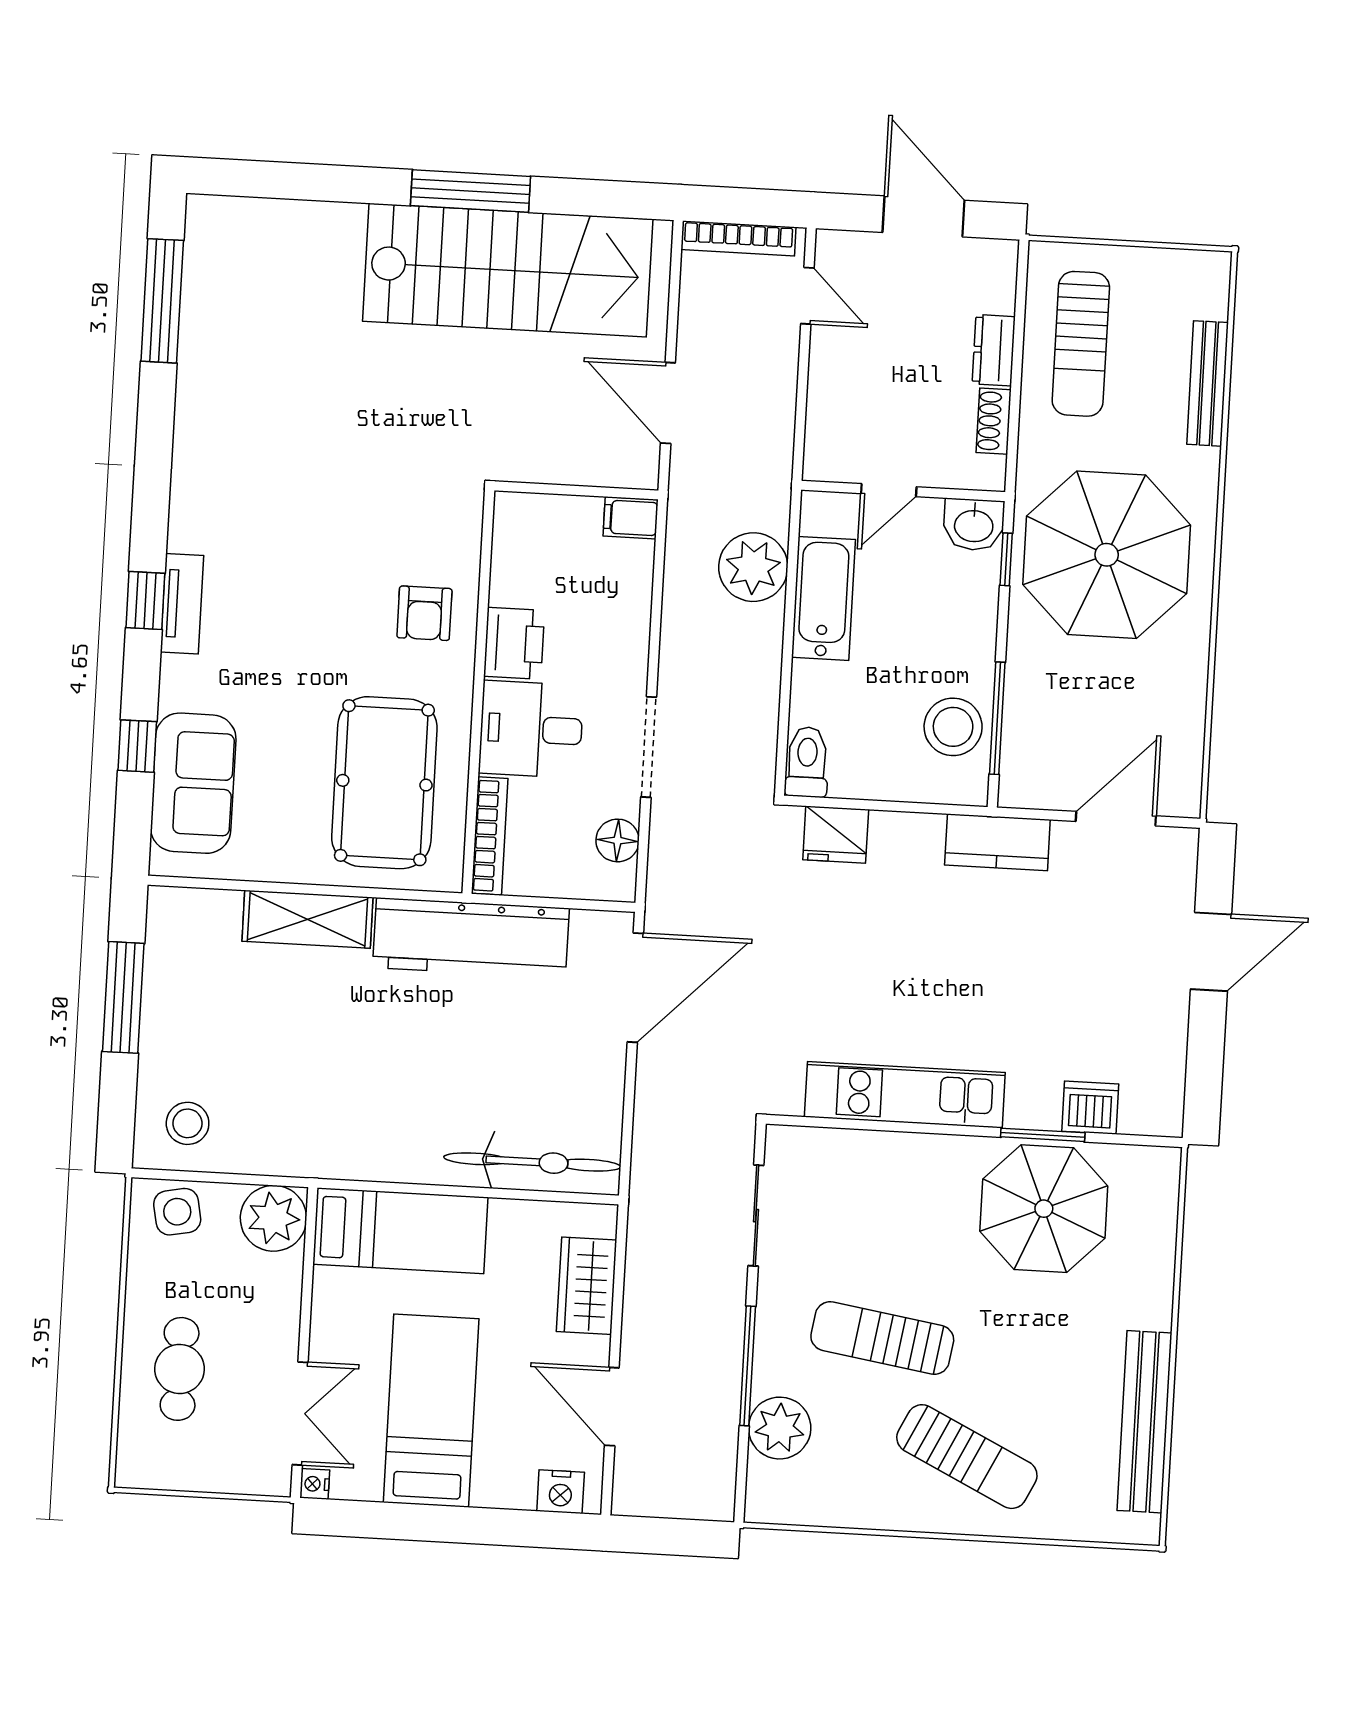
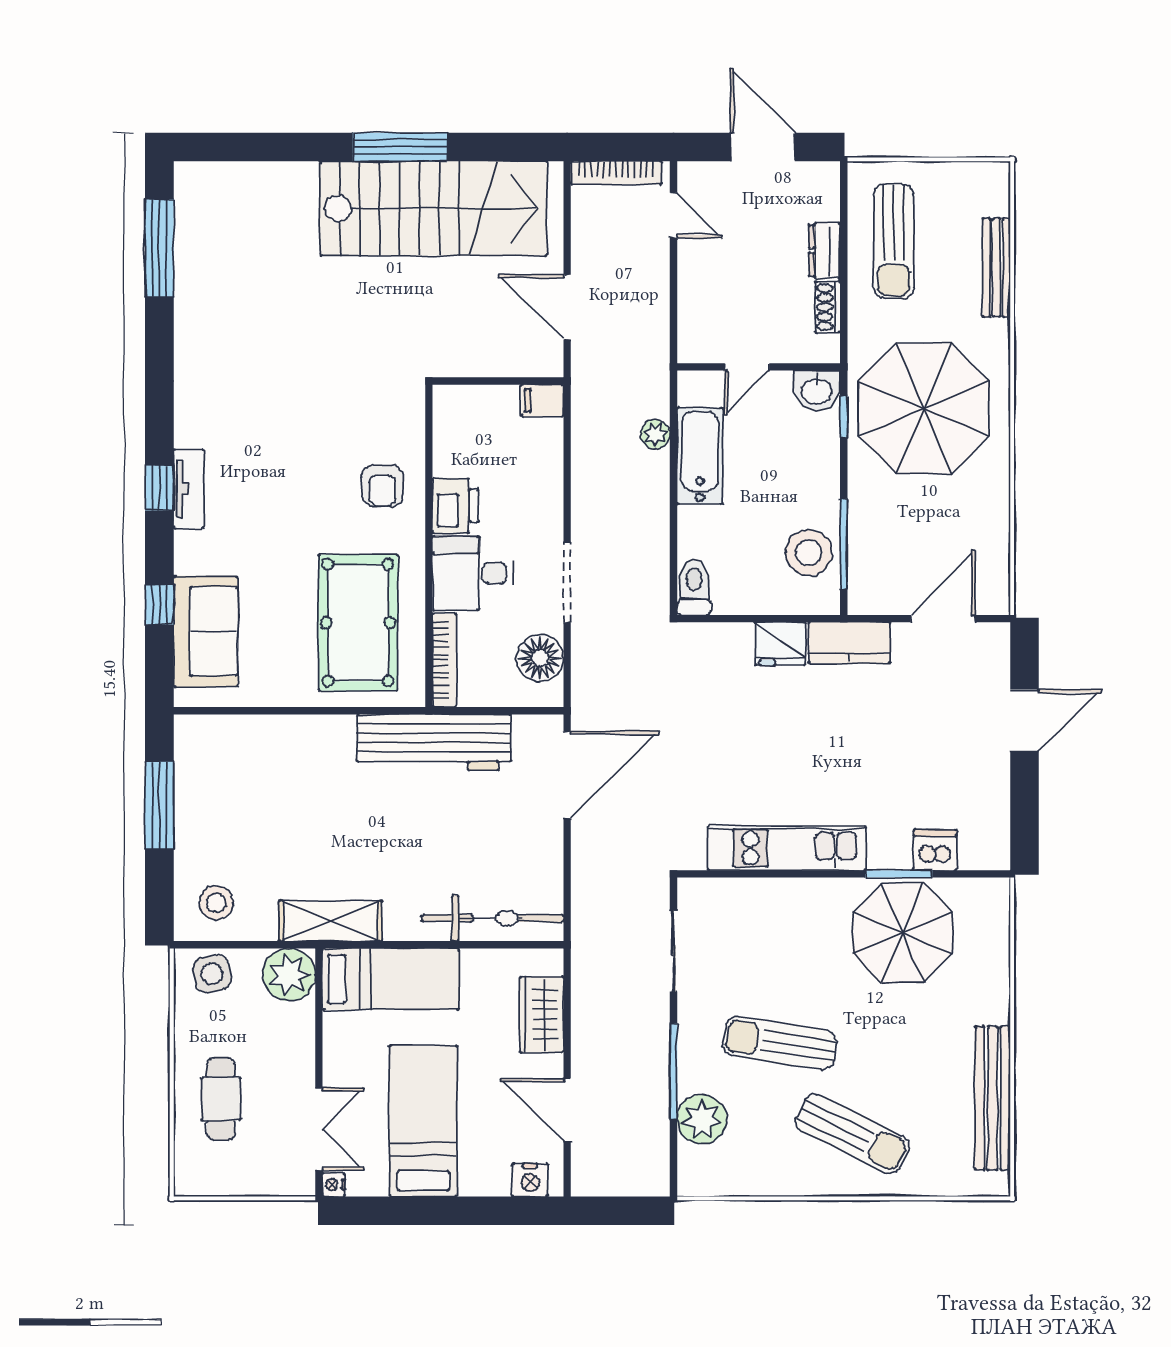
plant: (753, 567) -> (655, 434), width x0.53, depth x0.53
fridge: (836, 835) -> (780, 644), moved
floor lamp: (618, 840) -> (540, 658), width x1.38, depth x1.38
shelving: (308, 919) -> (331, 921), moved

